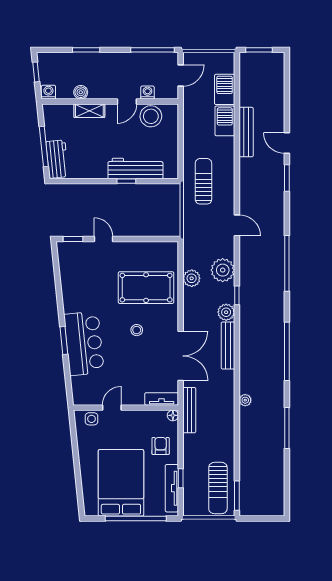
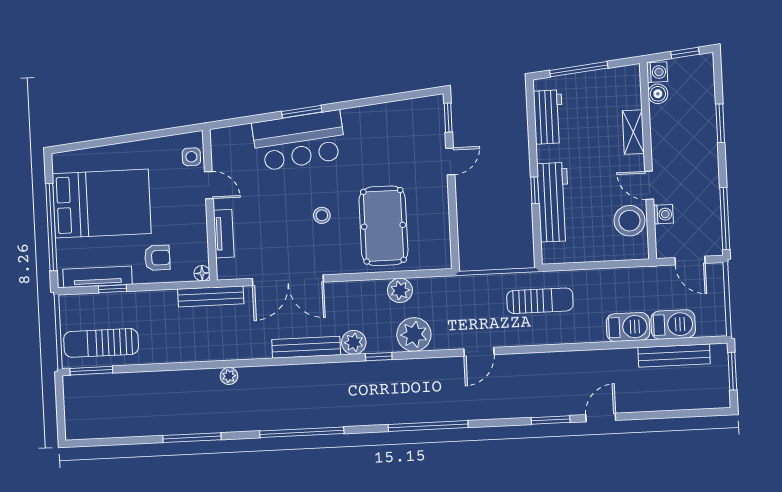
boiler: (81, 92) -> (658, 94), moved
bench: (246, 132) -> (674, 356), moved
workbench: (57, 159) -> (548, 117), moved, turned -84
tv unit: (162, 399) -> (224, 234), moved

